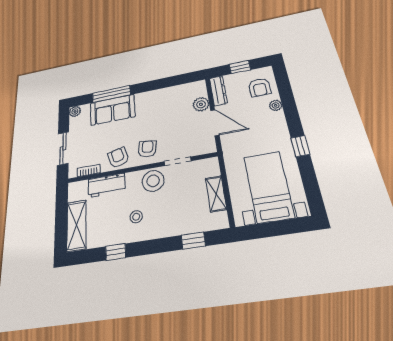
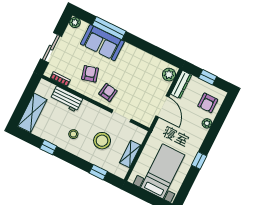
plant: (201, 104) -> (169, 75), moved
armchair: (118, 157) -> (90, 74), moved
stool: (153, 181) -> (102, 141), moved

